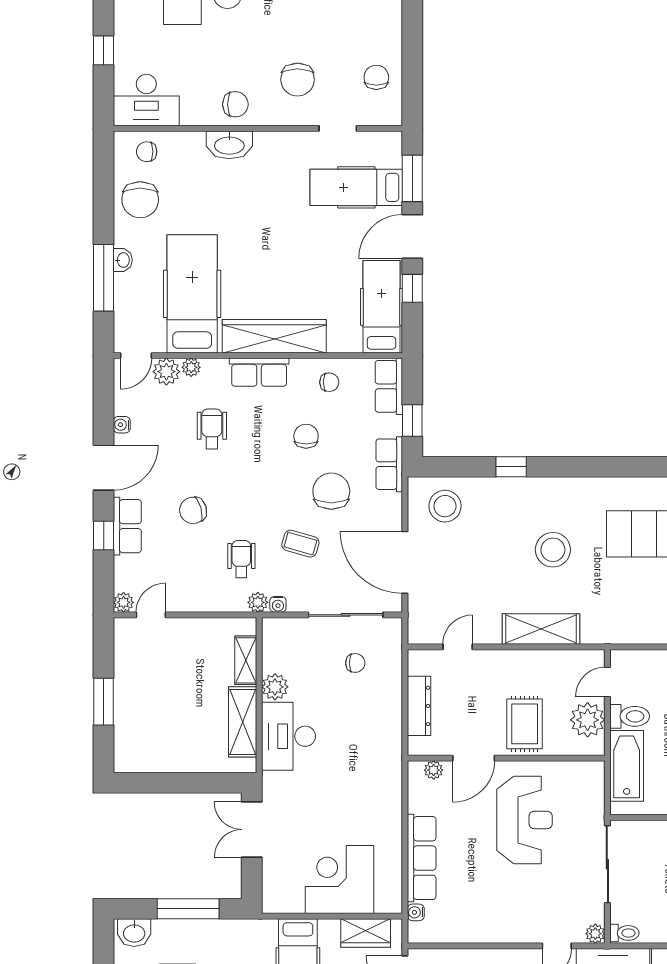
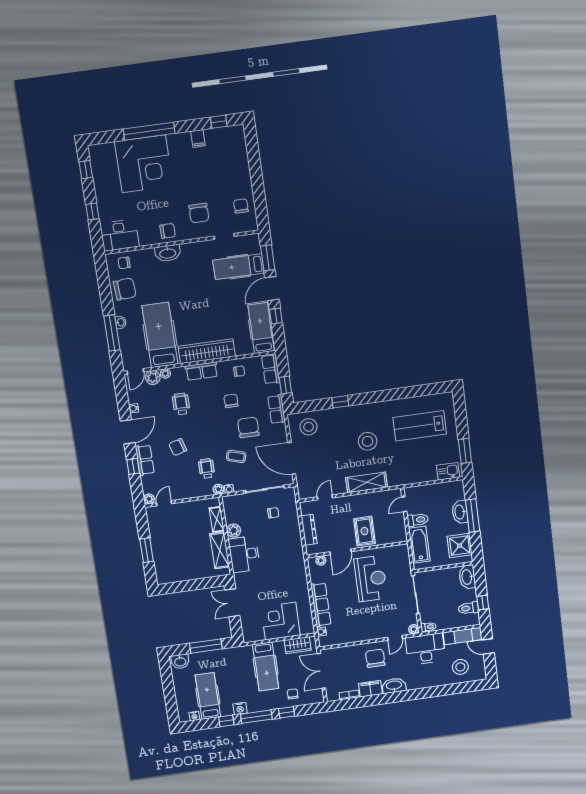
chair: (140, 200) -> (125, 289), turned -94
plant: (588, 720) -> (396, 525), removed

